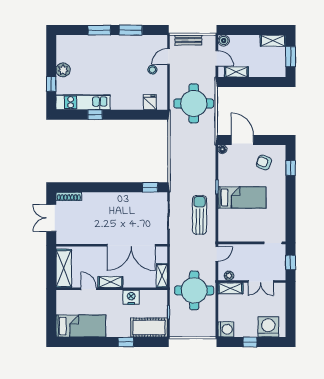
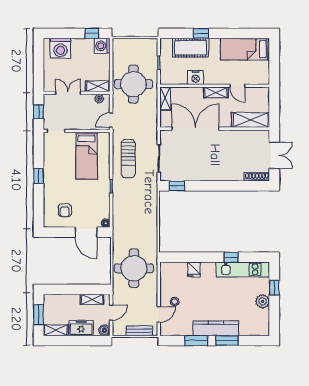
kitchen counter: (110, 43) -> (216, 328), added
freezer: (247, 43) -> (81, 328), added
door: (217, 58) -> (111, 313), swing flipped
fridge: (150, 102) -> (194, 269), moved
armchair: (264, 162) -> (65, 210), turned 69
window: (291, 168) -> (39, 176), moved
bed: (242, 197) -> (86, 156), moved, turned -90
shelving: (64, 268) -> (251, 120), moved, turned 90
cot: (149, 327) -> (191, 48), moved
window: (250, 342) -> (92, 33), moved

